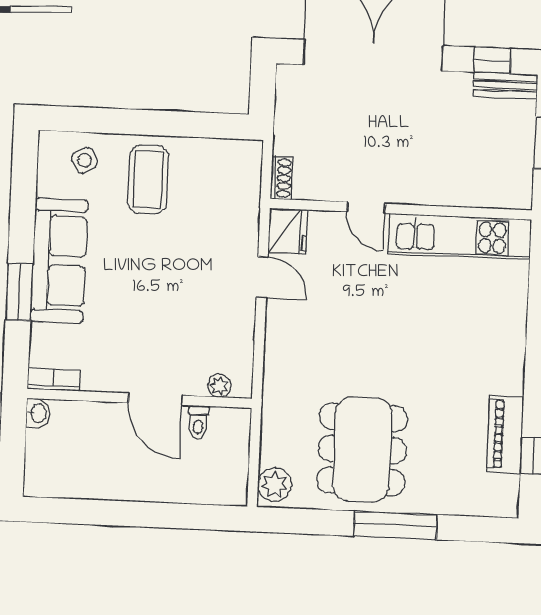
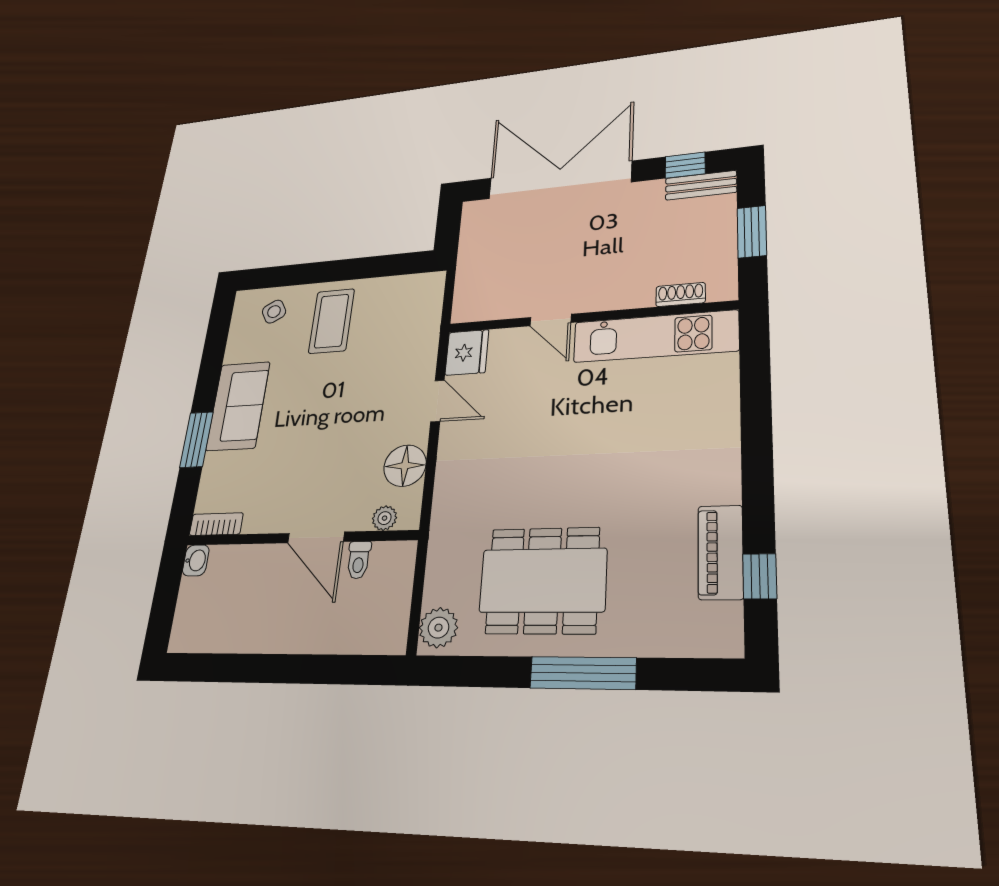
shoe rack: (281, 178) -> (681, 295), moved, turned -90
sofa: (59, 261) -> (238, 406), width x0.73
floor lamp: (235, 338) -> (405, 466), added
dining table: (362, 449) -> (543, 580), turned 90

